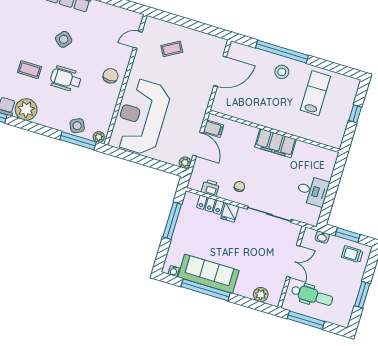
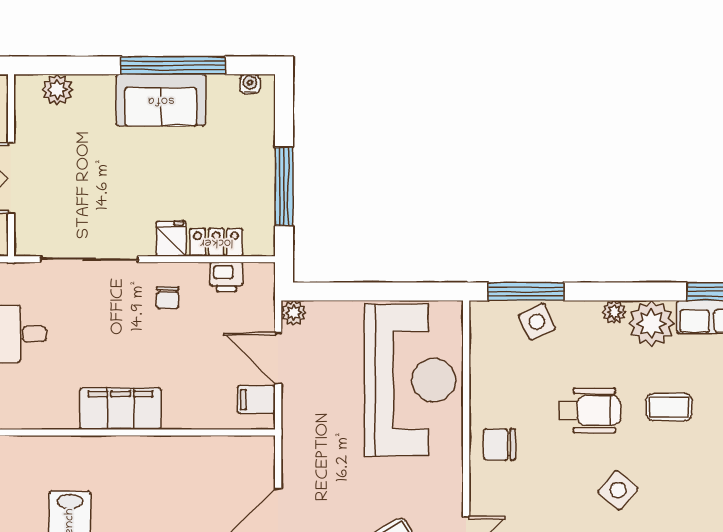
chair: (111, 76) -> (500, 445), turned 90
plant: (99, 137) -> (614, 312), moved
sofa: (209, 274) -> (161, 100), width x0.73

